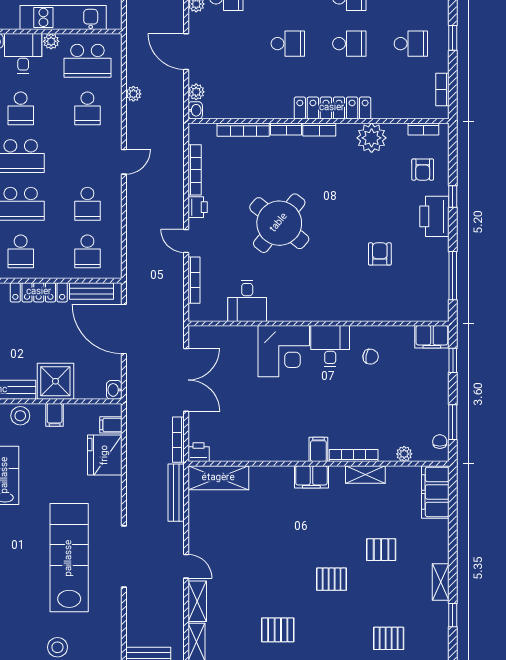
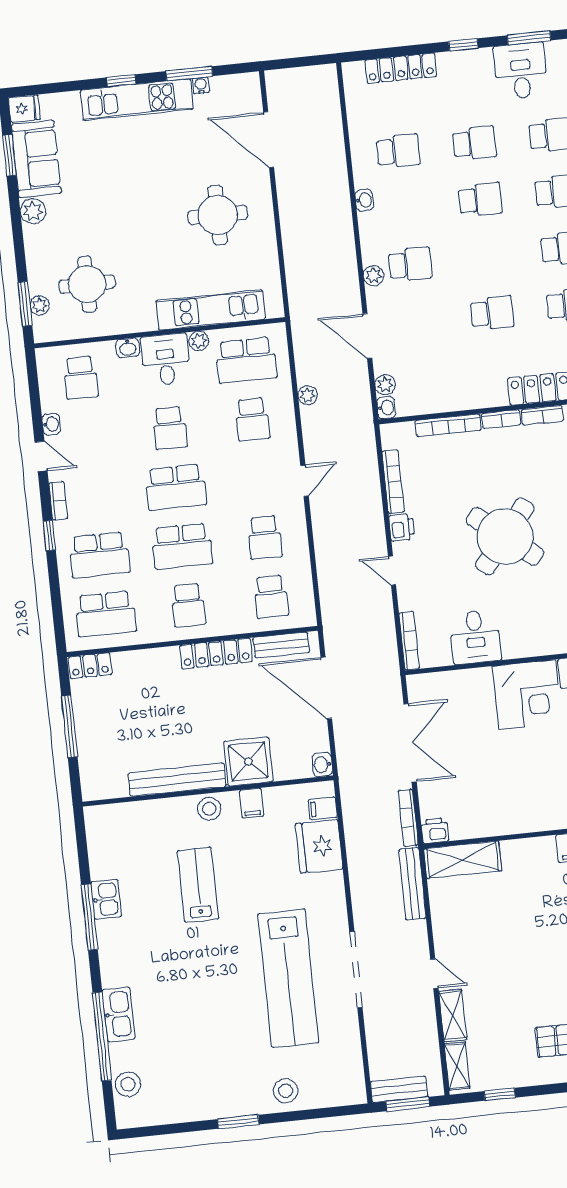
bookcase: (194, 280) -> (409, 641), moved
lab bench: (69, 558) -> (288, 978), turned 180

